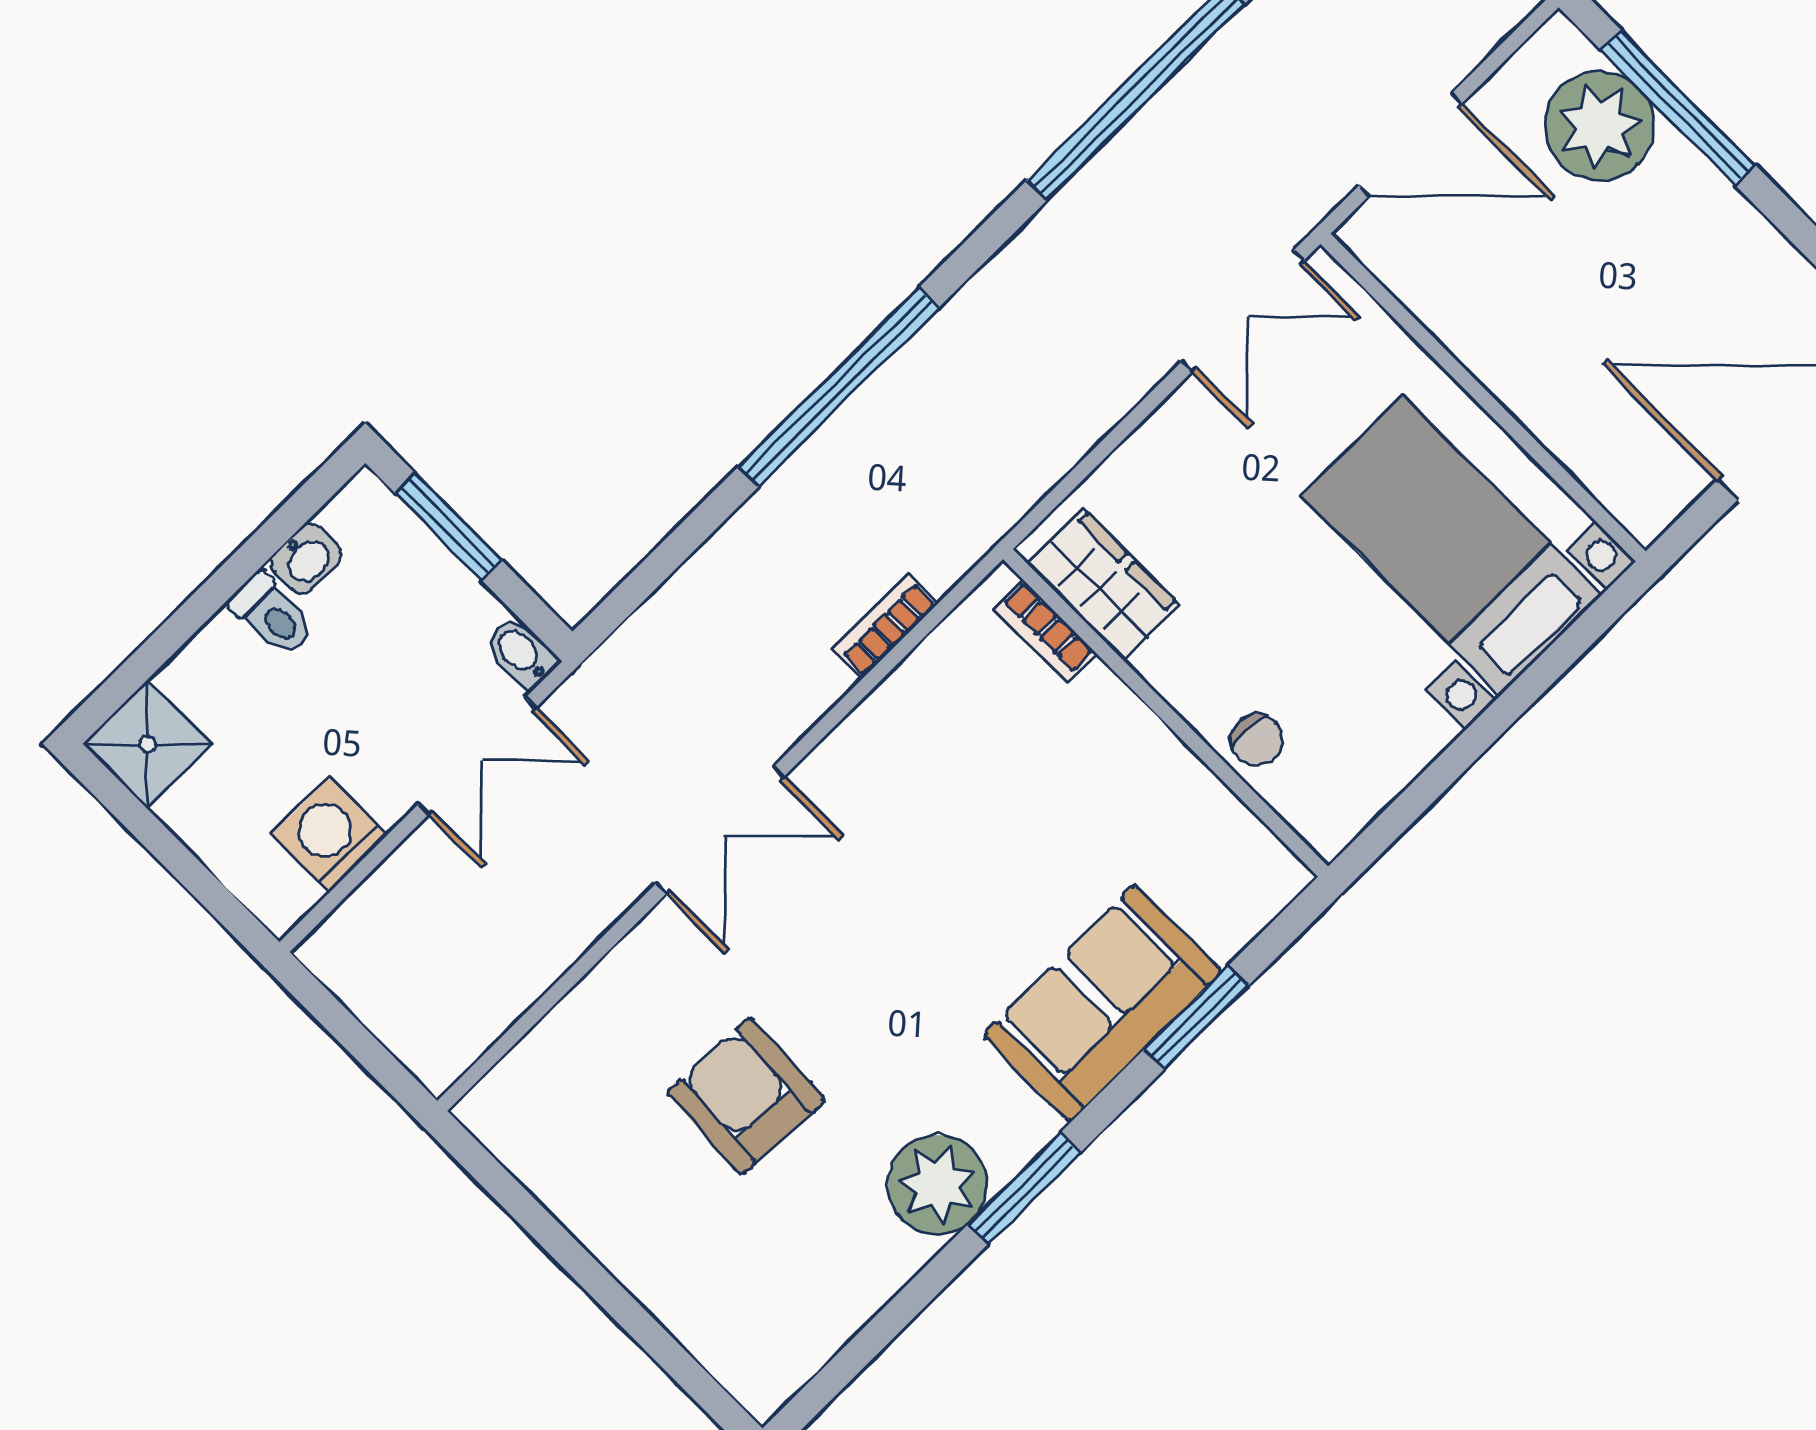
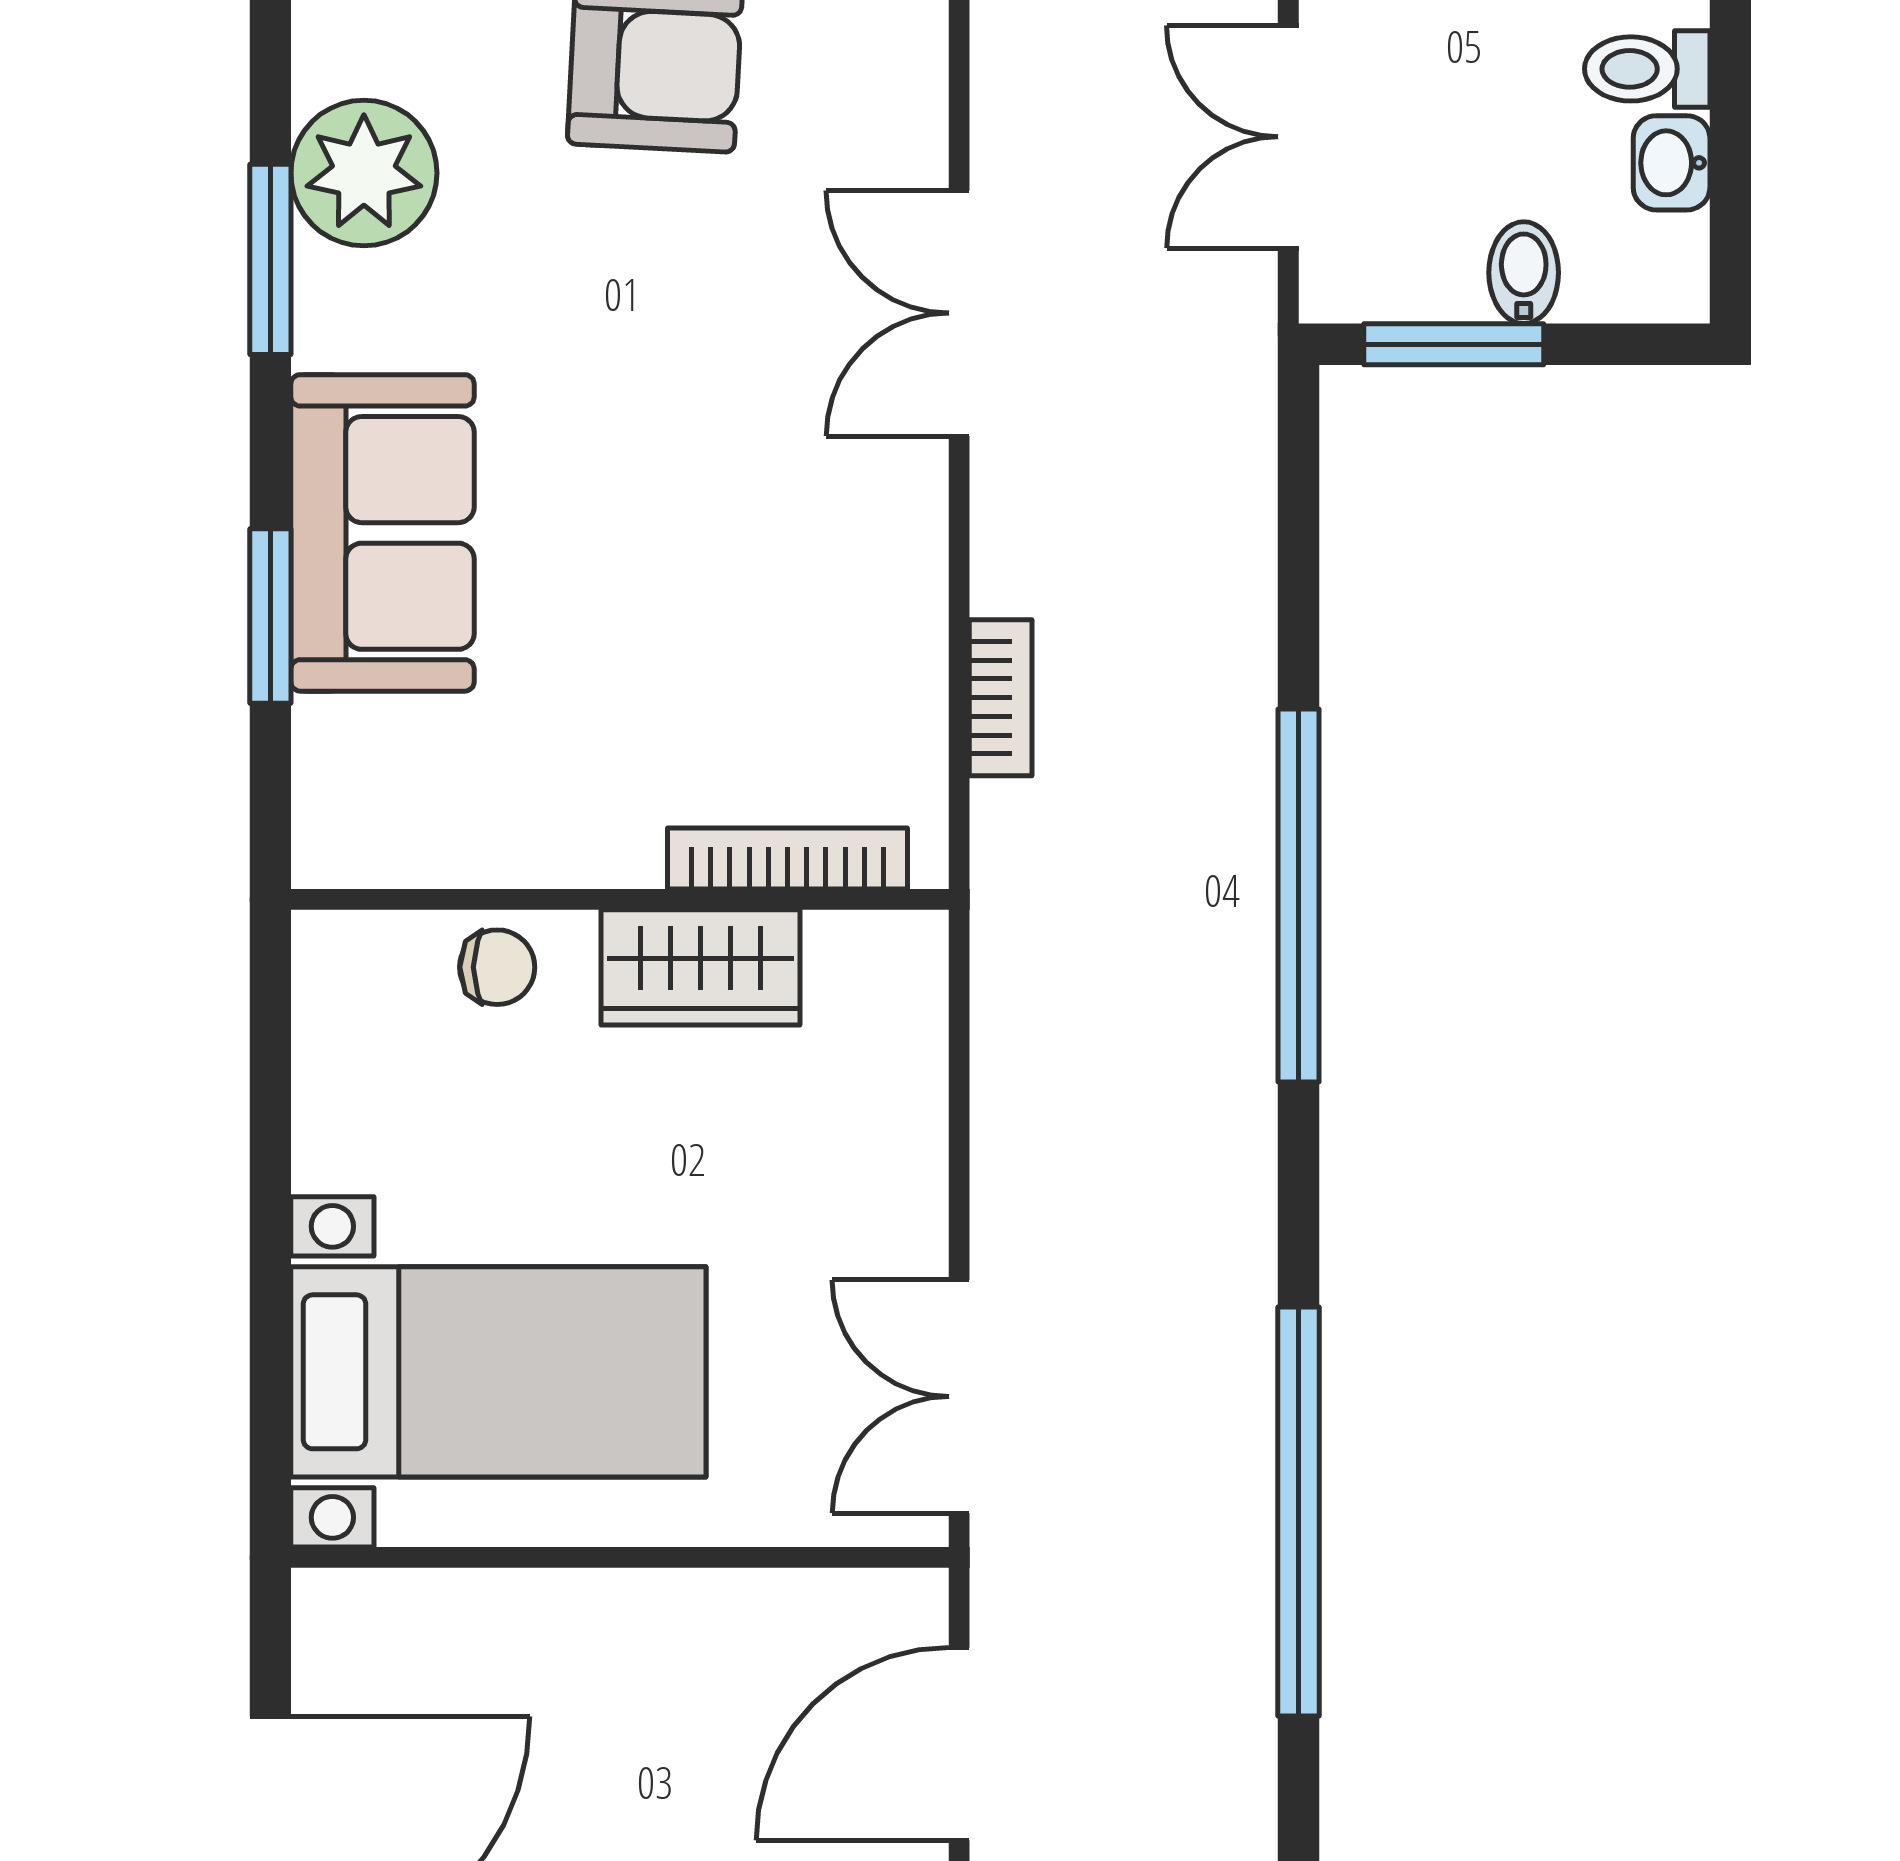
window: (448, 527) -> (1454, 344), moved
wardrobe: (1103, 585) -> (701, 967), moved
bookcase: (1045, 631) -> (788, 858), width x1.56
bidet: (521, 653) -> (1524, 273), moved, turned -90
chair: (1257, 740) -> (497, 967), turned 180

